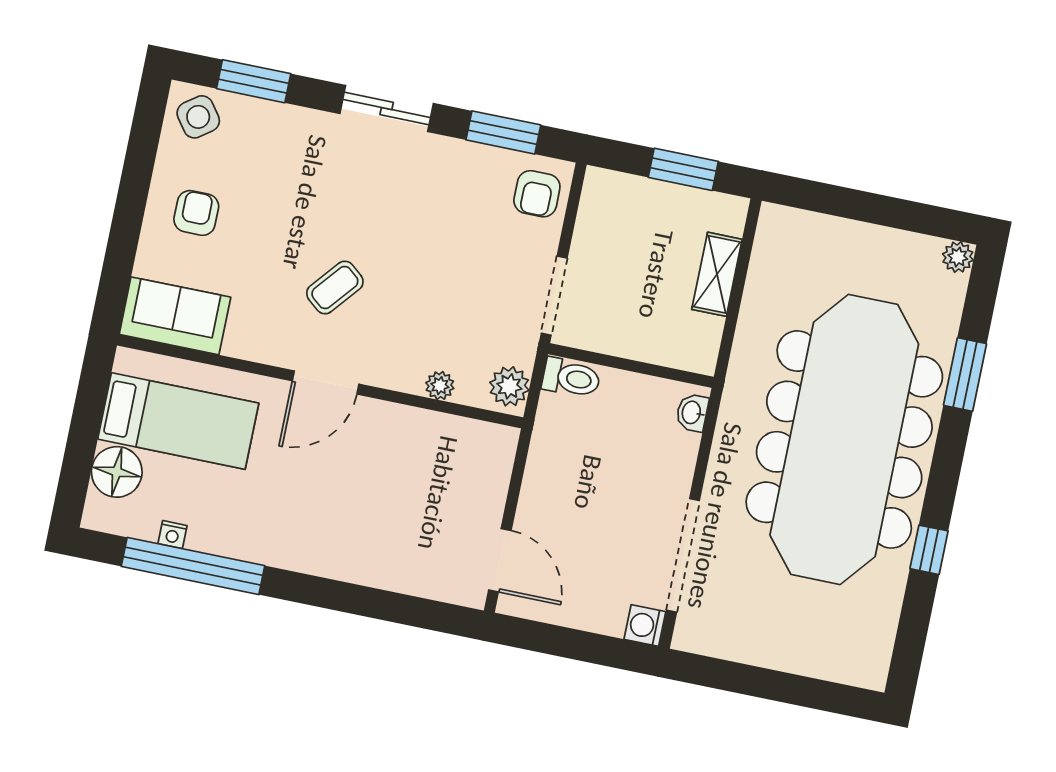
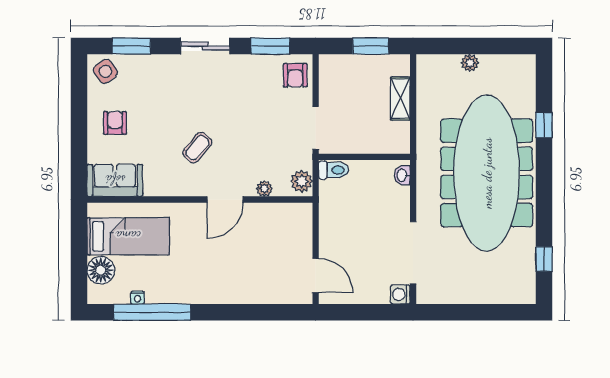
plant: (958, 257) -> (470, 63), moved
window: (965, 375) -> (544, 125), width x0.67
door: (326, 383) -> (225, 199), moved
window: (929, 550) -> (544, 259), moved

